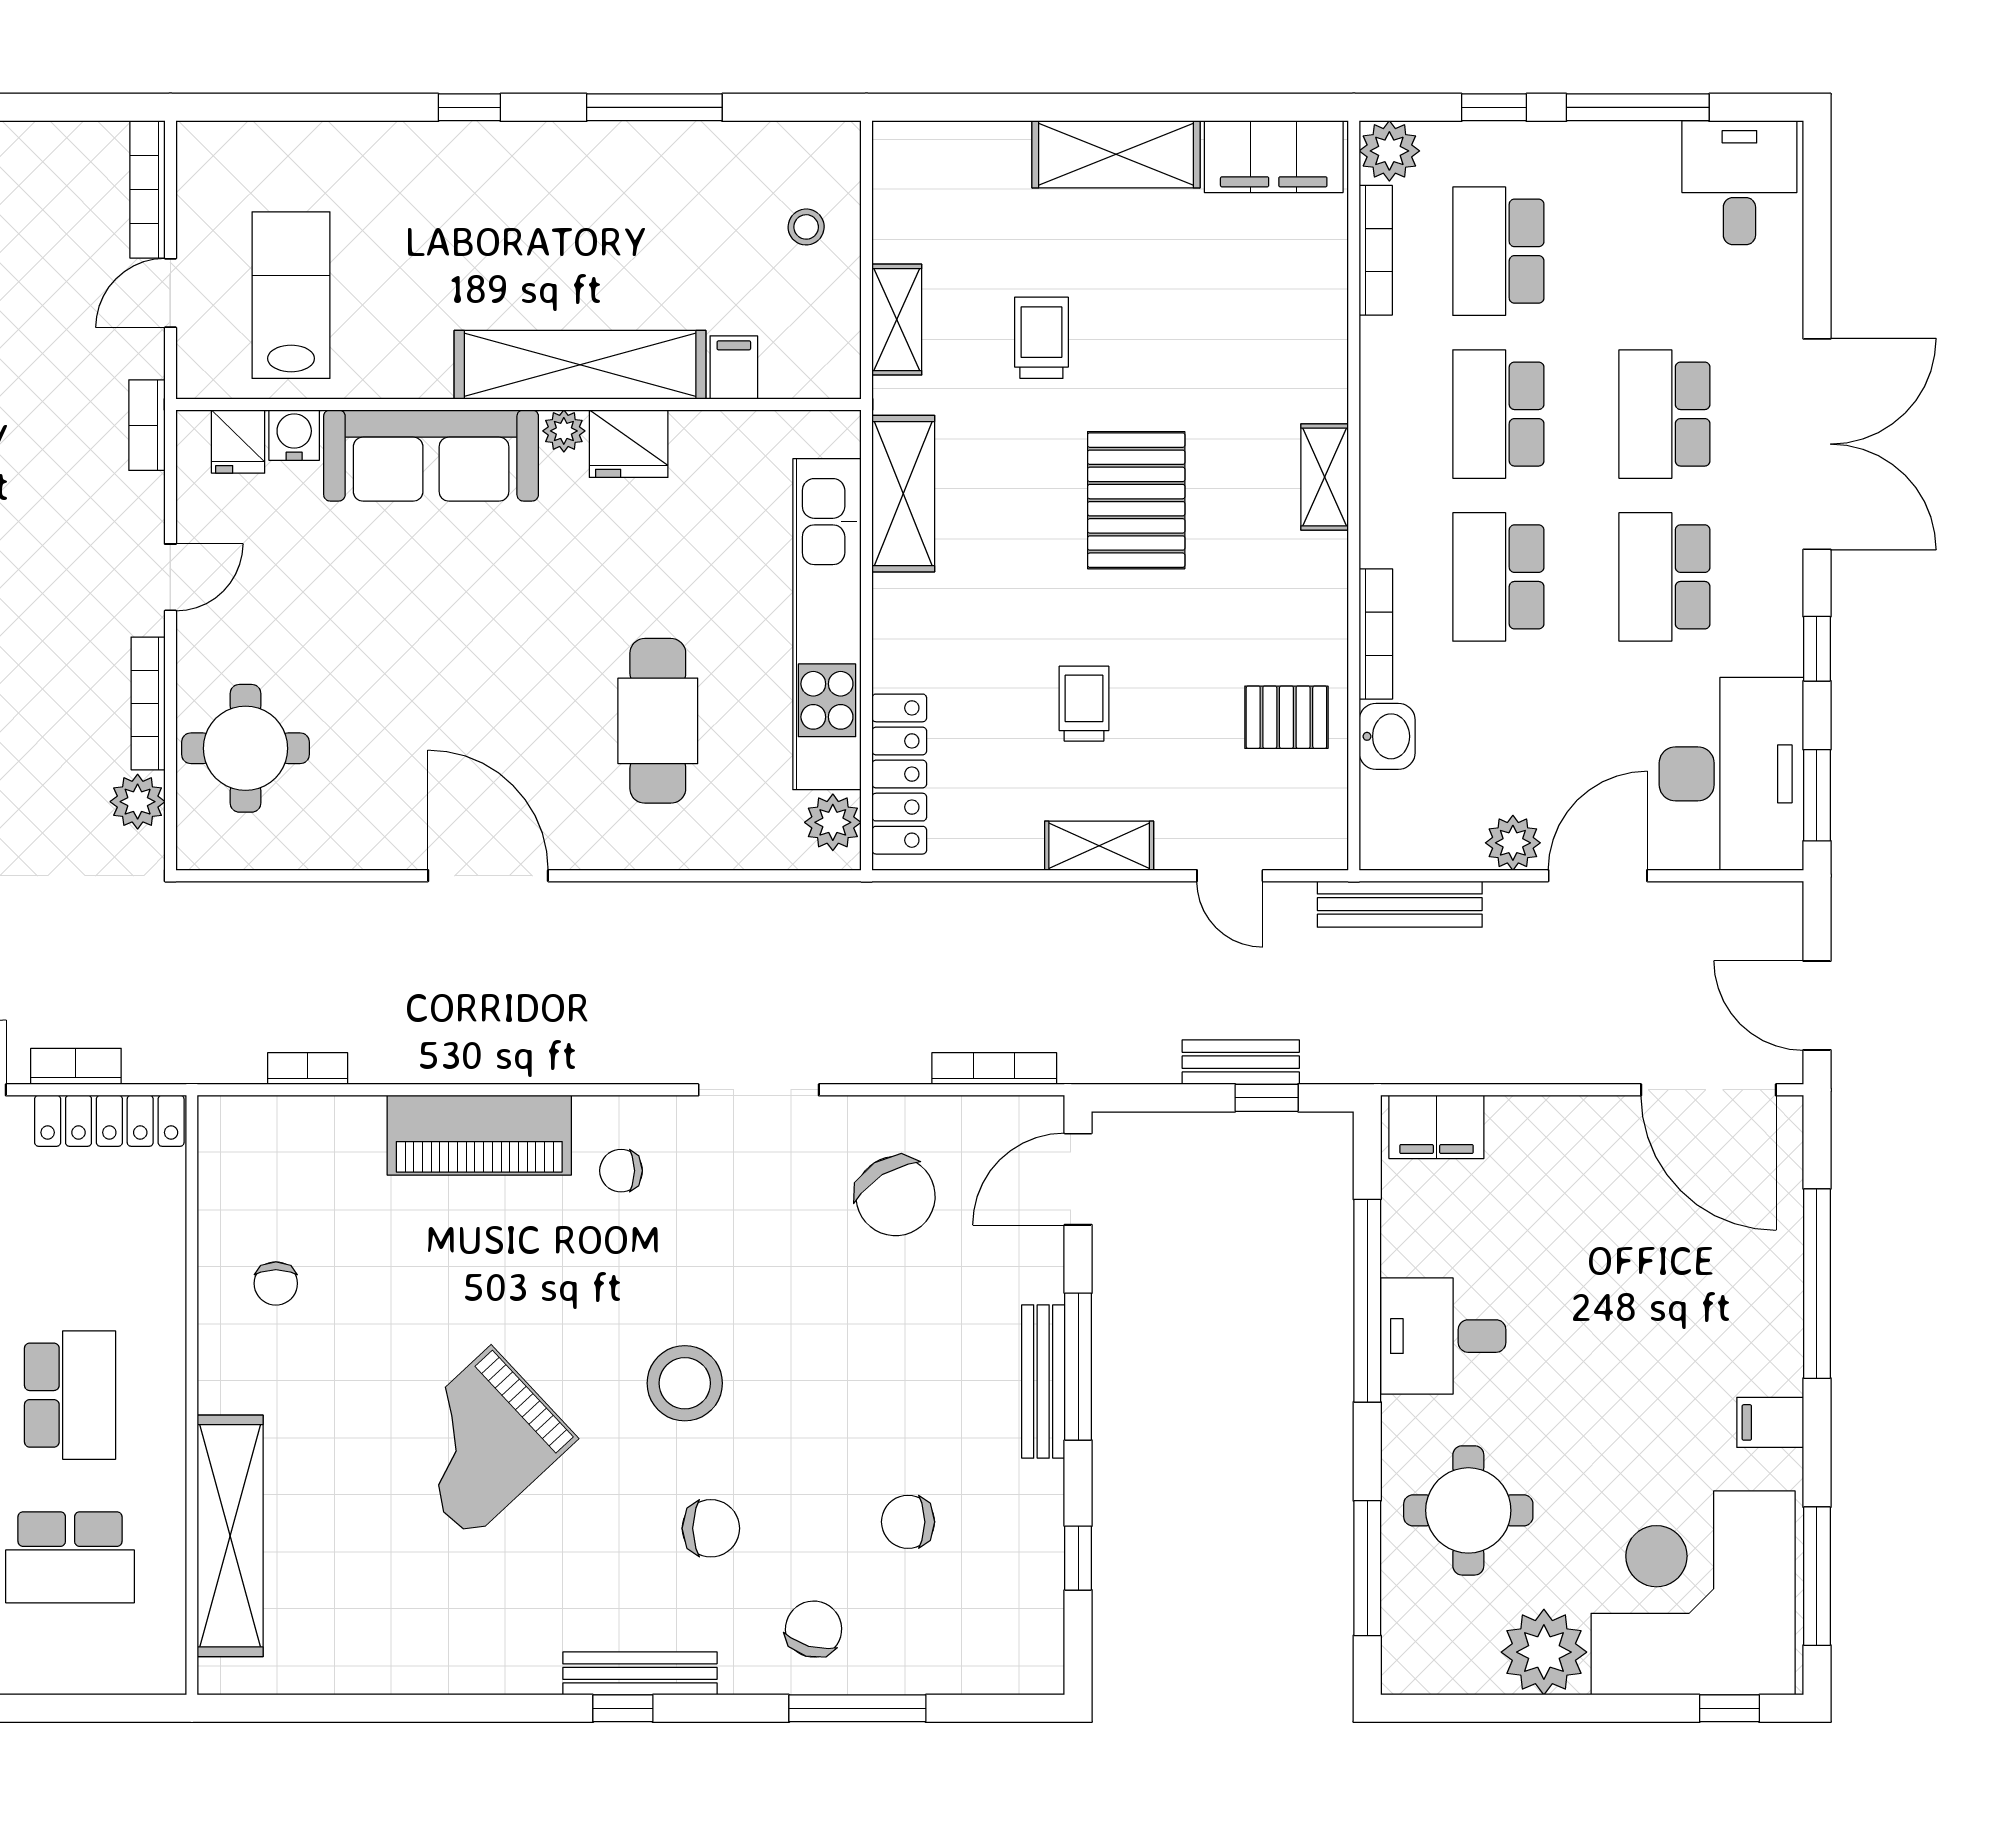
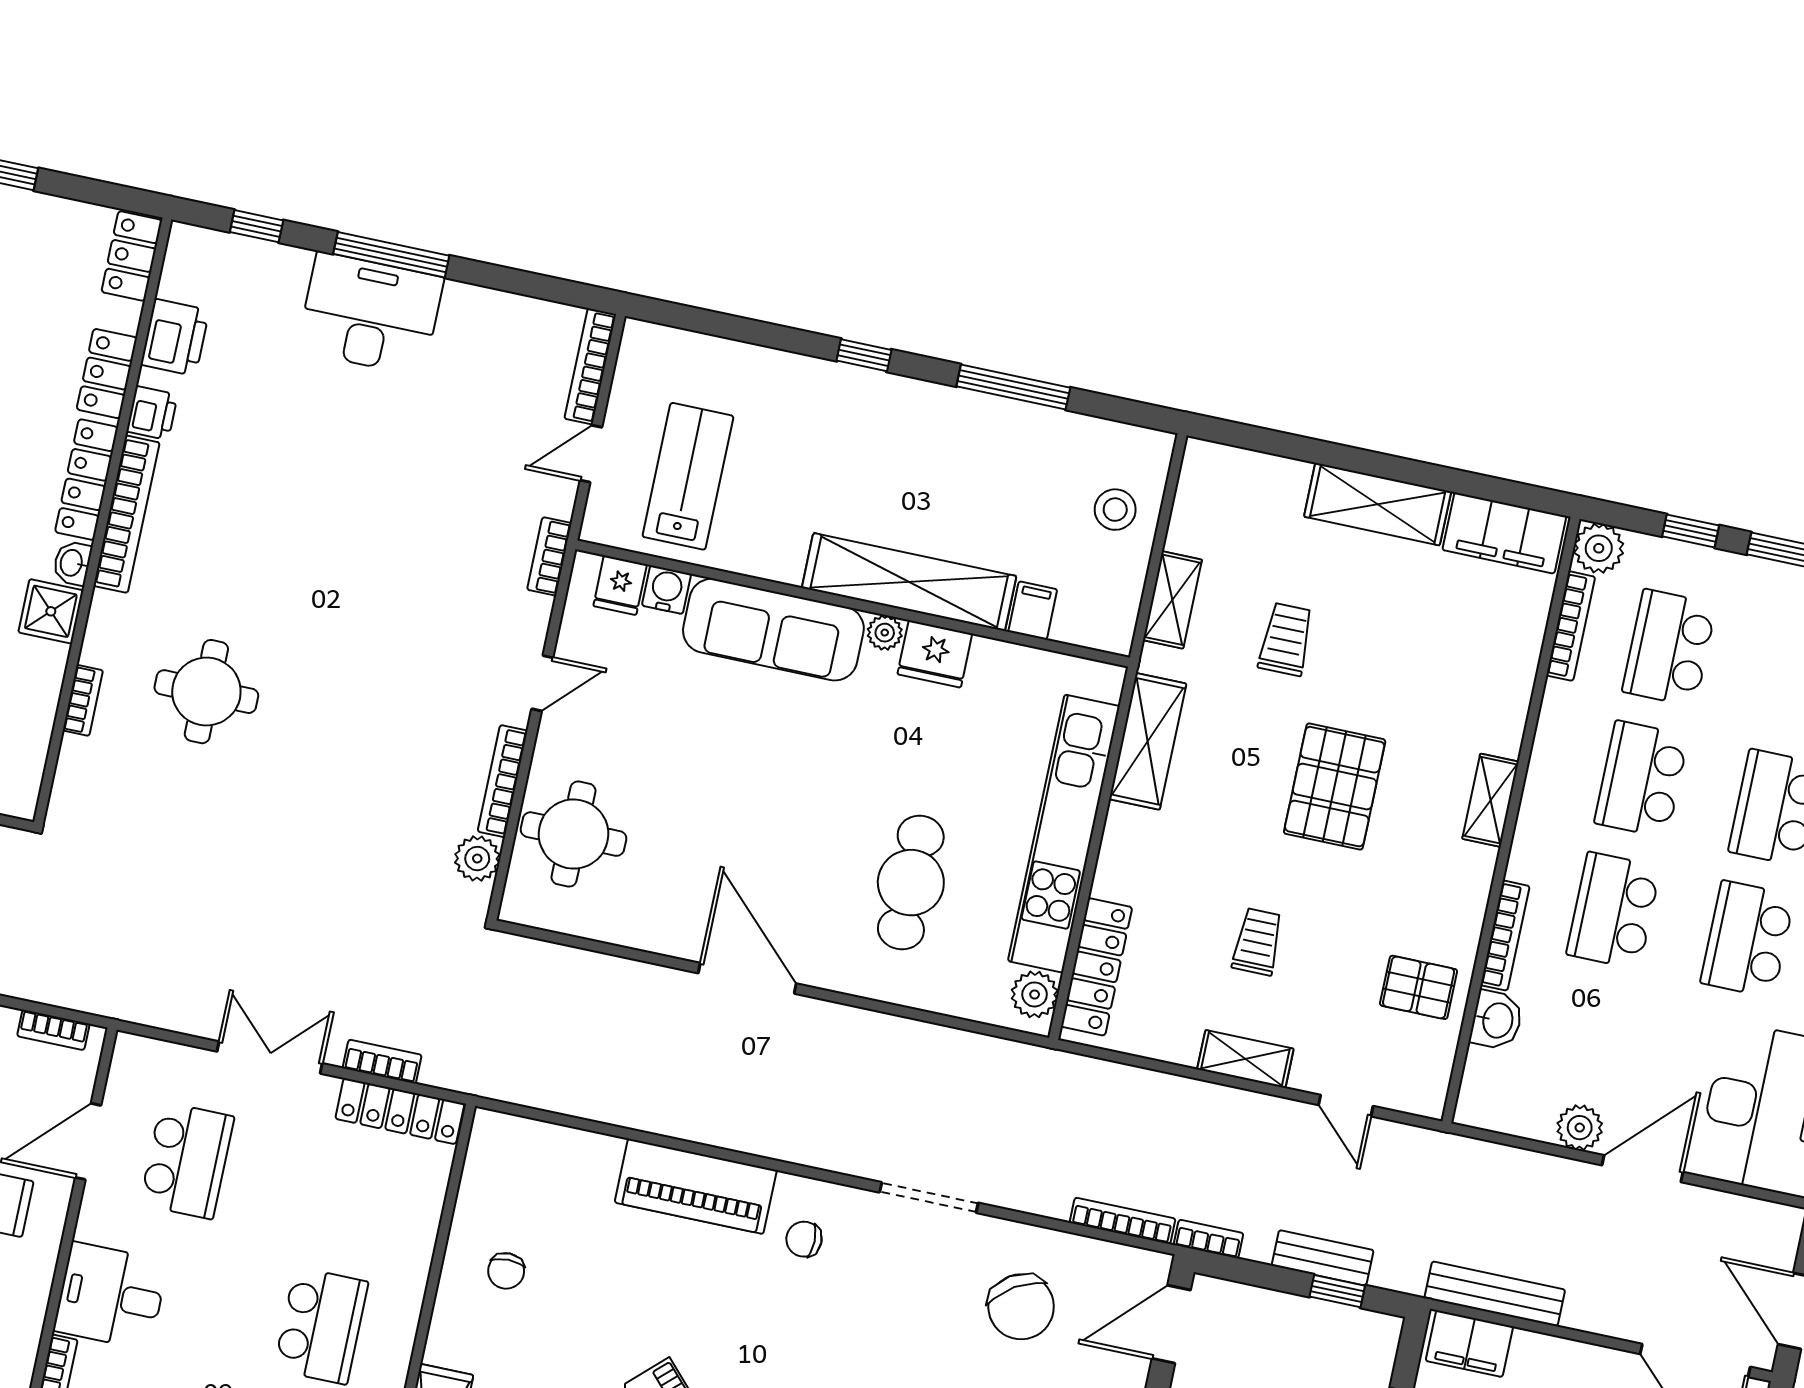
stool: (806, 227) -> (1115, 510), width x1.37, depth x1.37
bench: (1400, 904) -> (1495, 1294), moved
bookcase: (308, 1069) -> (1208, 1239), moved

